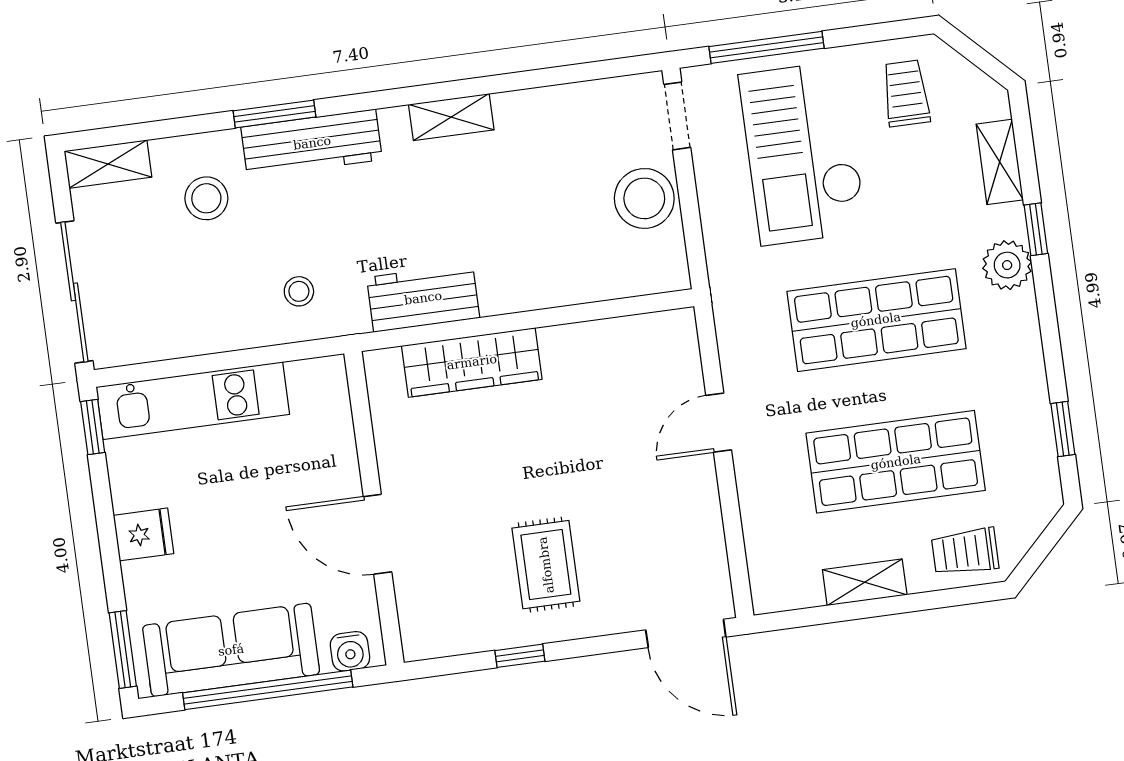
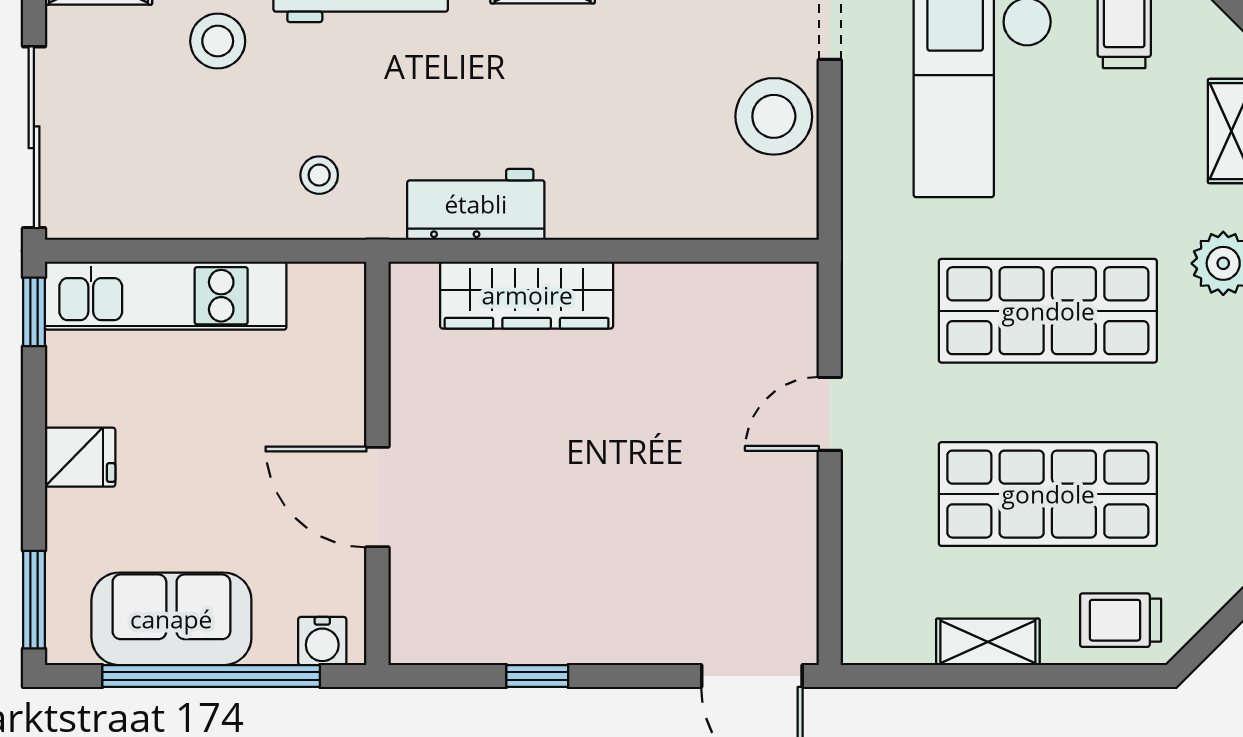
rug: (546, 565) -> (586, 565), removed
sofa: (231, 650) -> (171, 619), width x0.73

